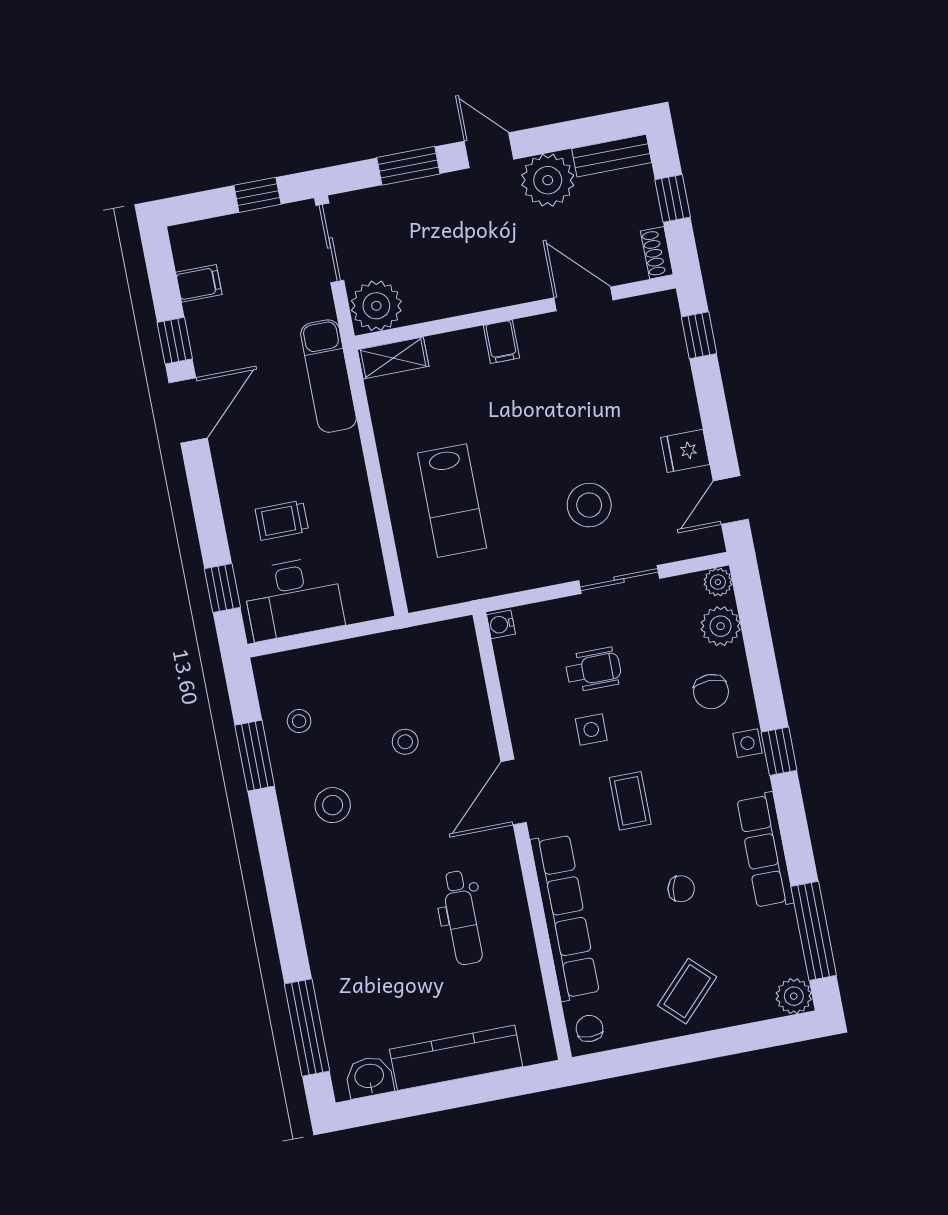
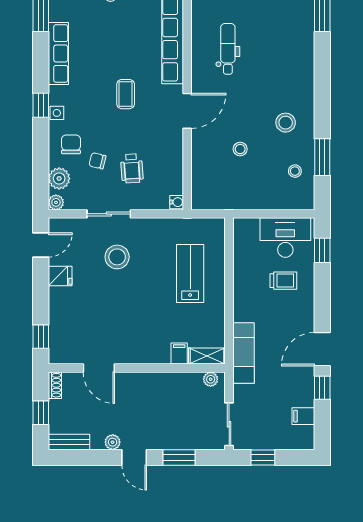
plant: (548, 180) -> (113, 442), width x0.53, depth x0.53
plant: (376, 306) -> (211, 379), width x0.53, depth x0.53
filing cabinet: (501, 342) -> (179, 354), moved
wheelchair: (593, 670) -> (132, 168), turned -94
side table: (591, 729) -> (139, 136), removed
chair: (681, 889) -> (97, 161), moved

